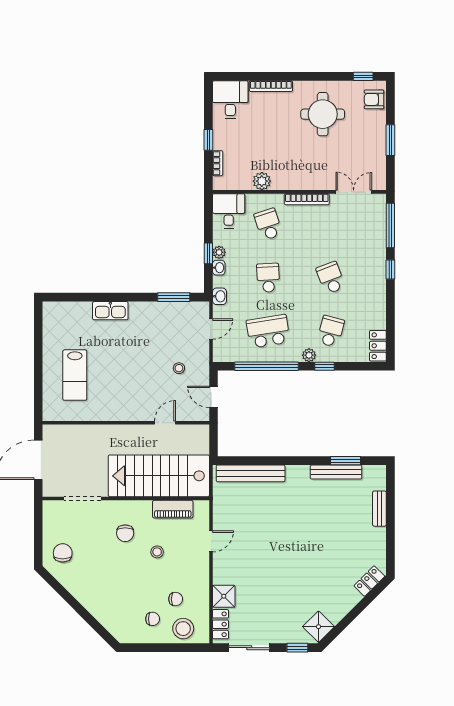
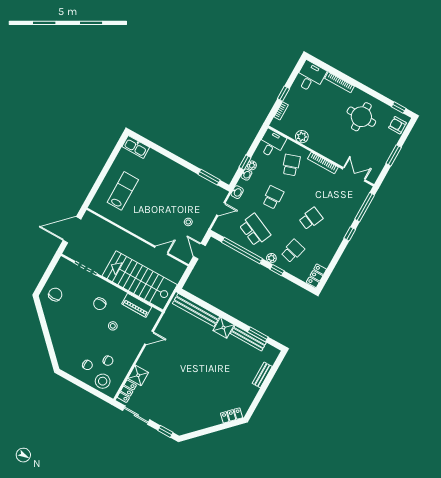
school desk: (331, 278) -> (311, 219), turned 45
kitchen sink: (110, 311) -> (136, 147), moved
school desk: (268, 331) -> (255, 230), turned 33
lab bench: (75, 375) -> (123, 191), turned 180
shower: (319, 627) -> (224, 328), moved, turned 45

